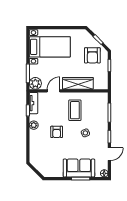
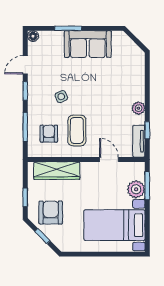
plant: (35, 83) -> (136, 189), moved
wardrobe: (78, 83) -> (57, 171), moved
door: (53, 91) -> (109, 159), swing flipped
armchair: (57, 132) -> (49, 134), moved
sofa: (79, 168) -> (88, 44), moved

